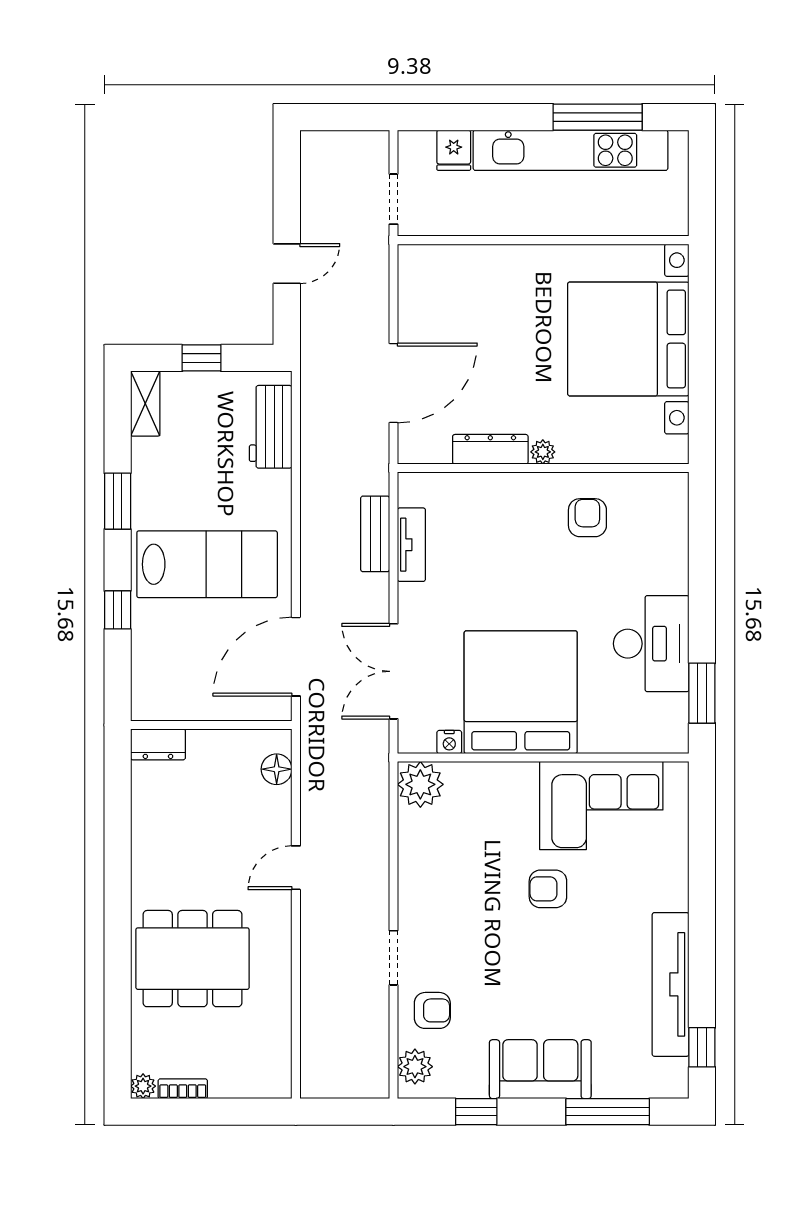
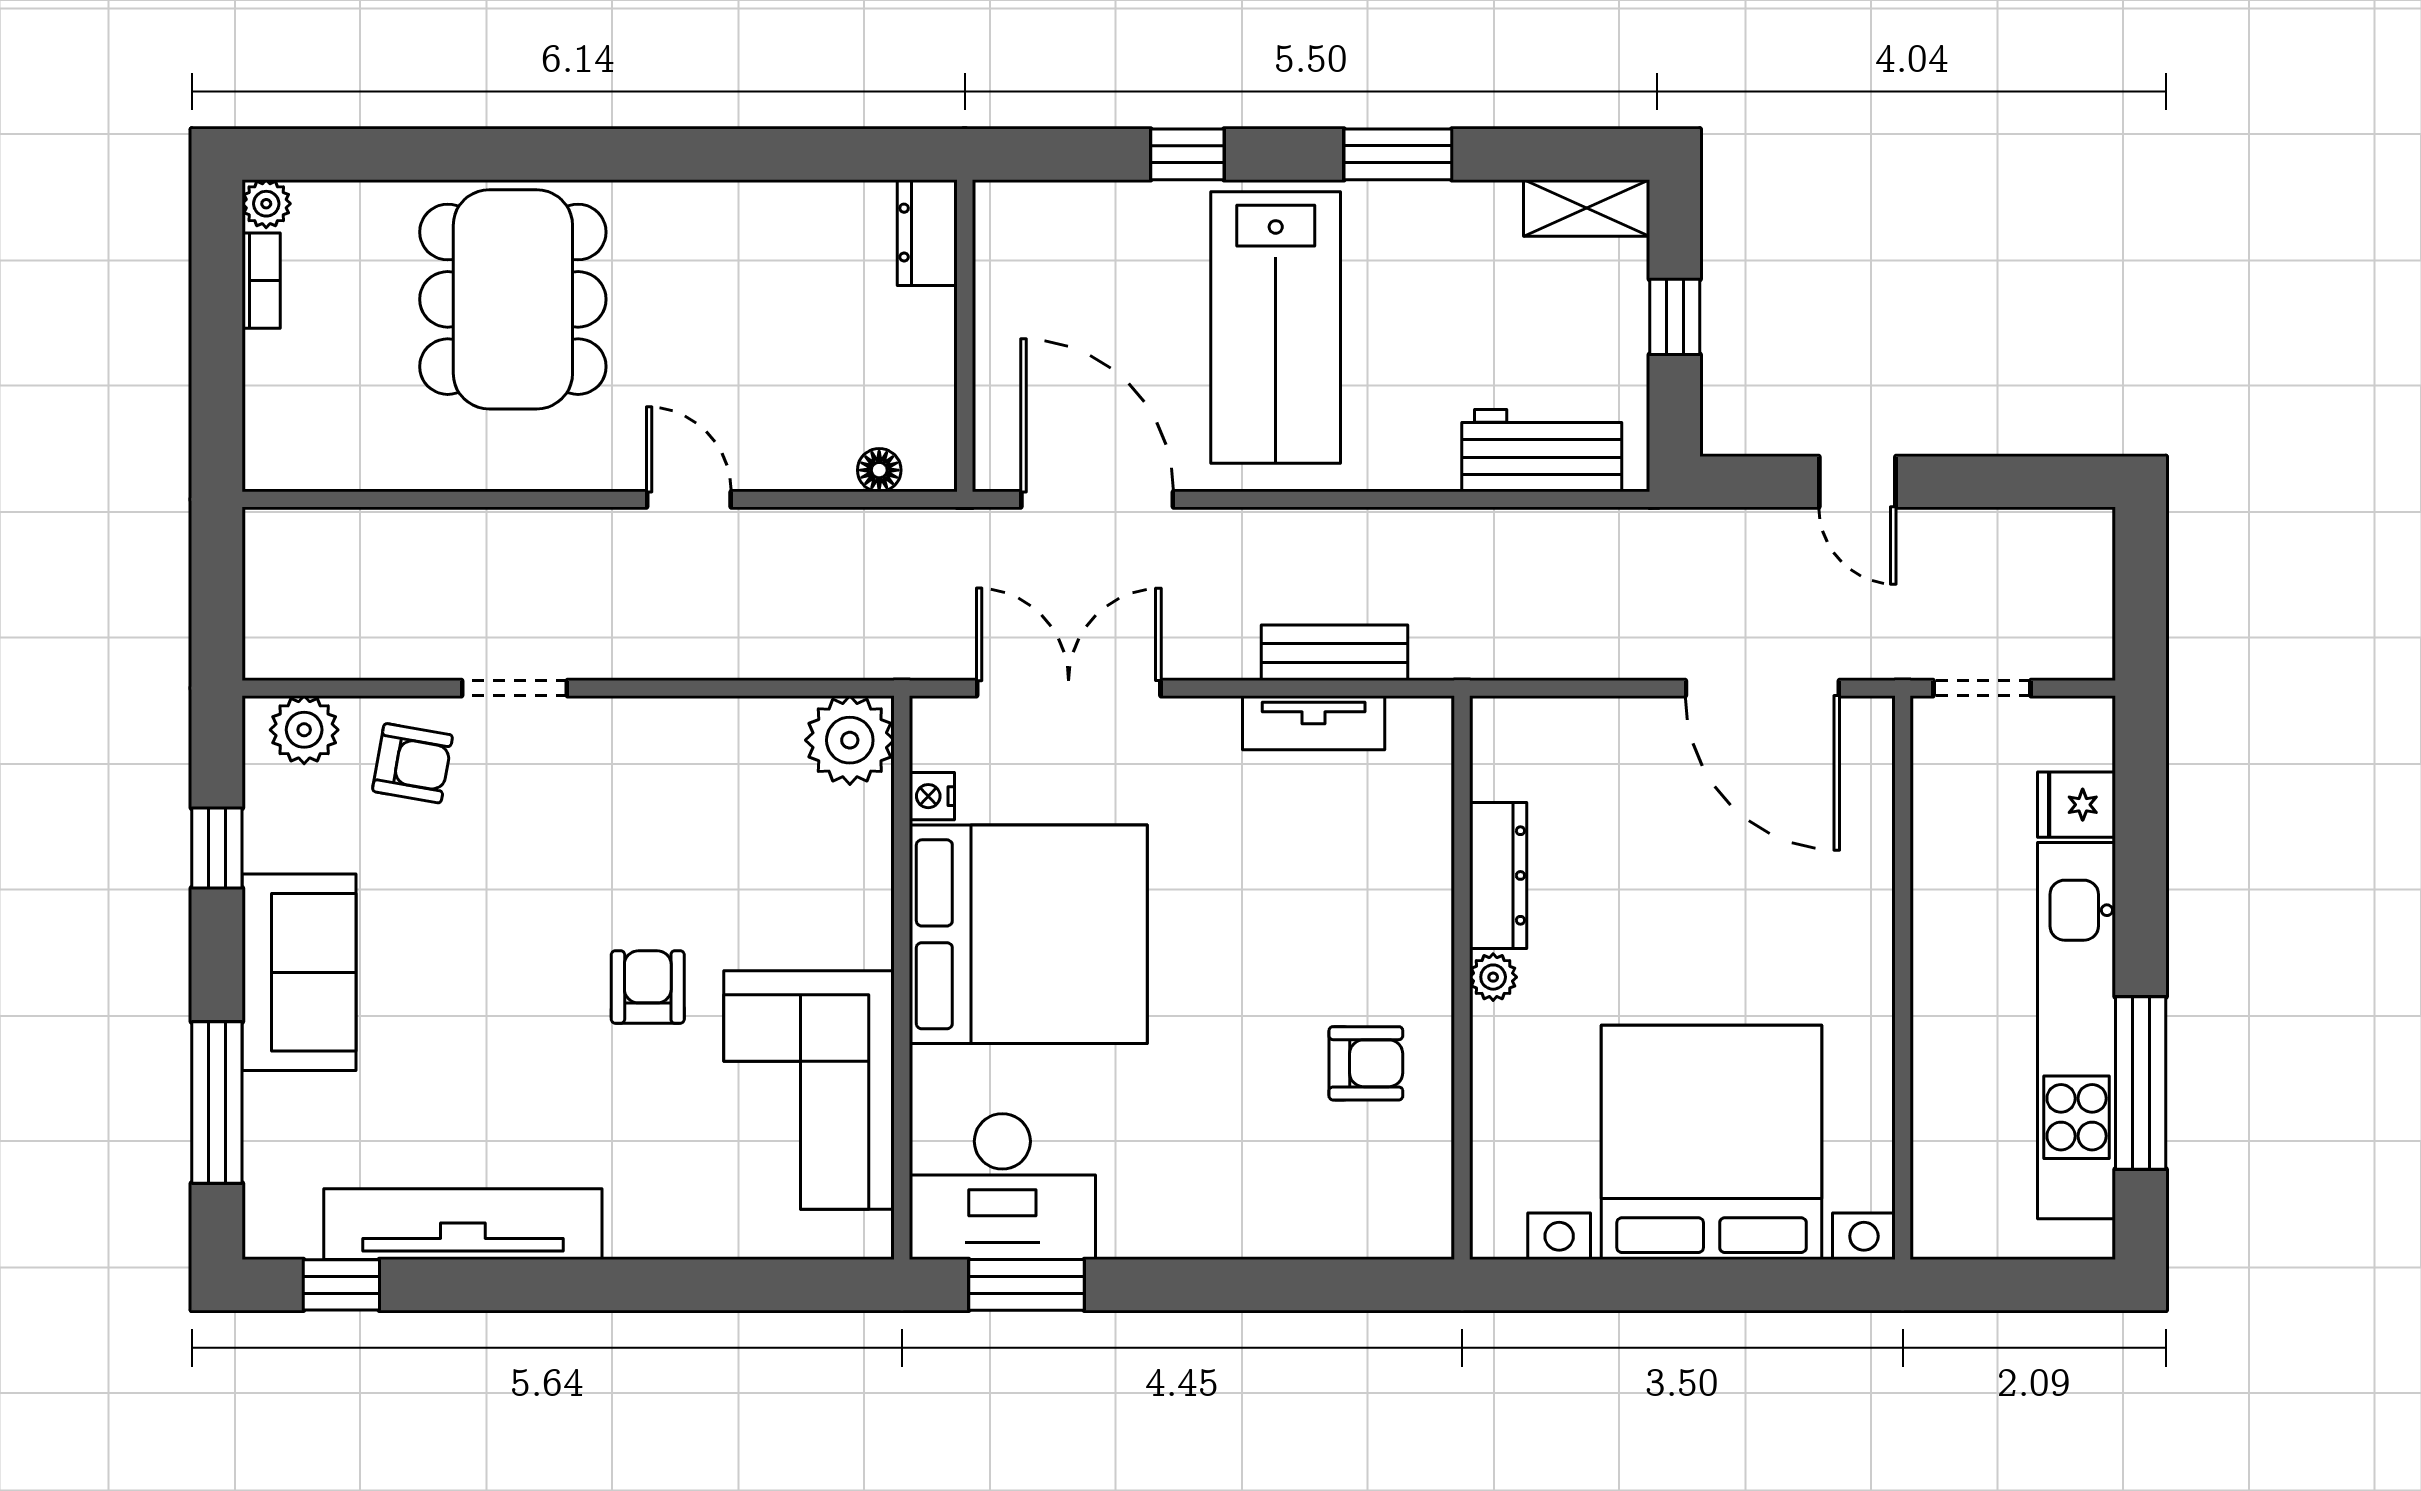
door: (393, 383) -> (1762, 688), moved
desk: (651, 644) -> (1002, 1187), moved
floor lamp: (277, 769) -> (879, 470), width x0.73, depth x0.73
armchair: (432, 1010) -> (413, 763), turned -80

